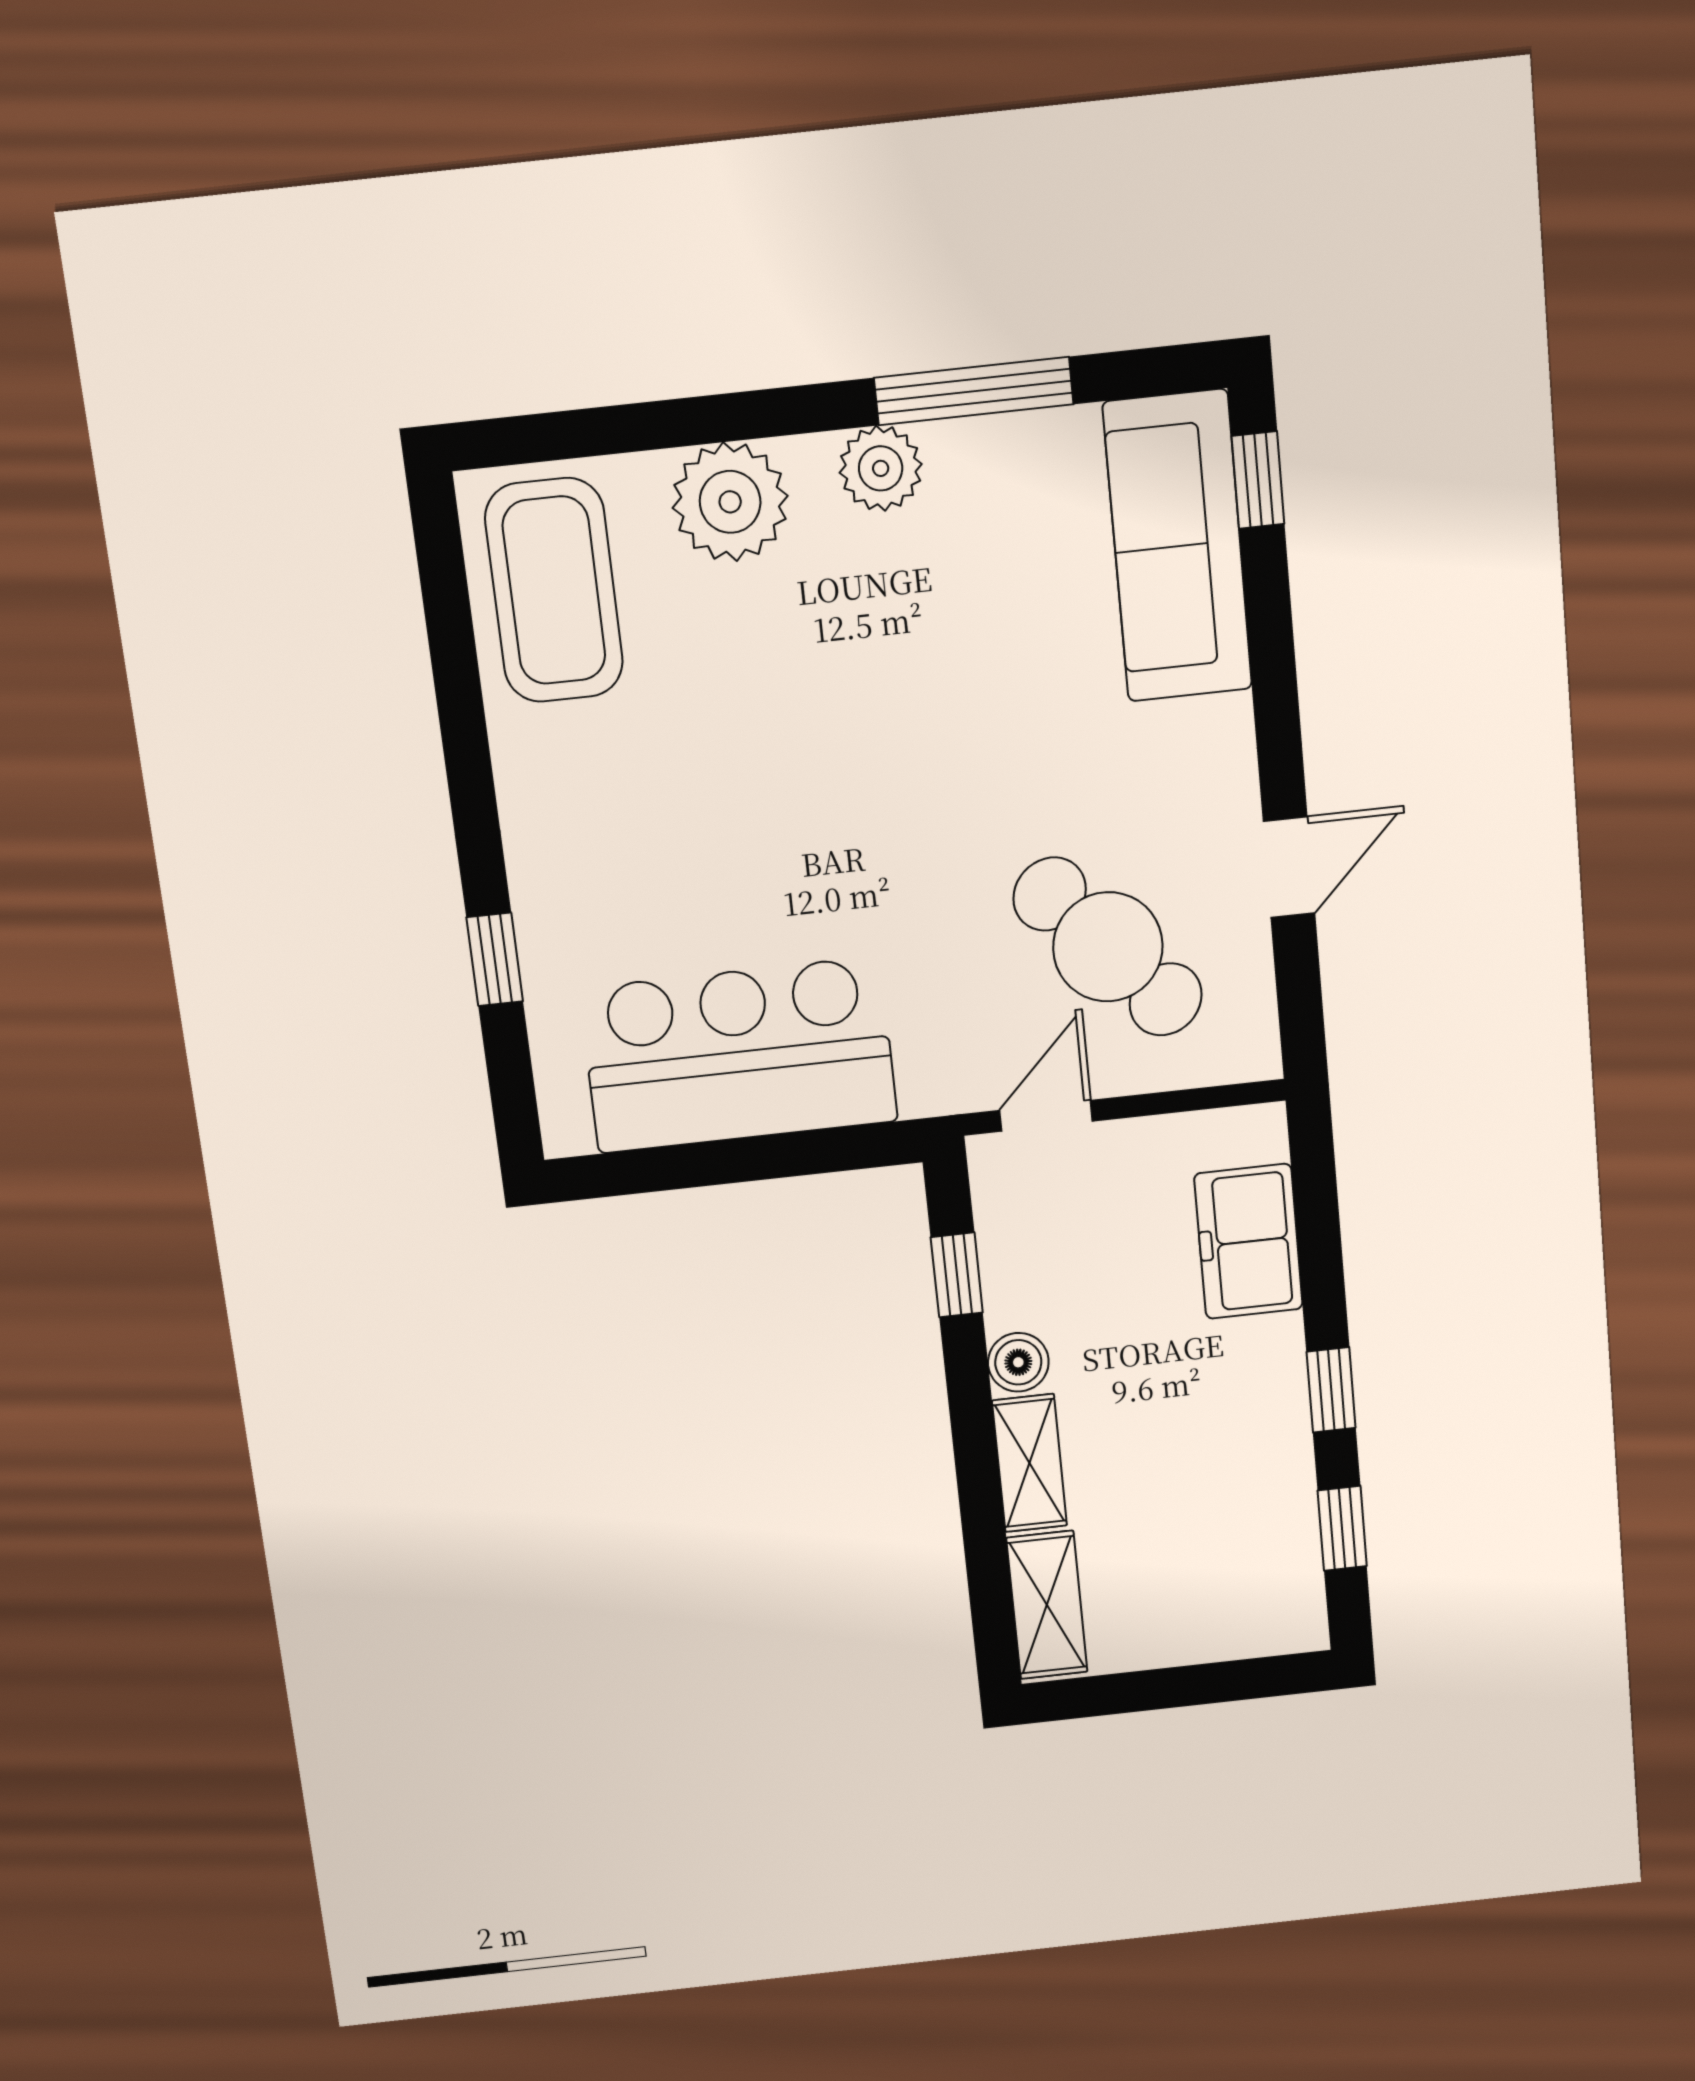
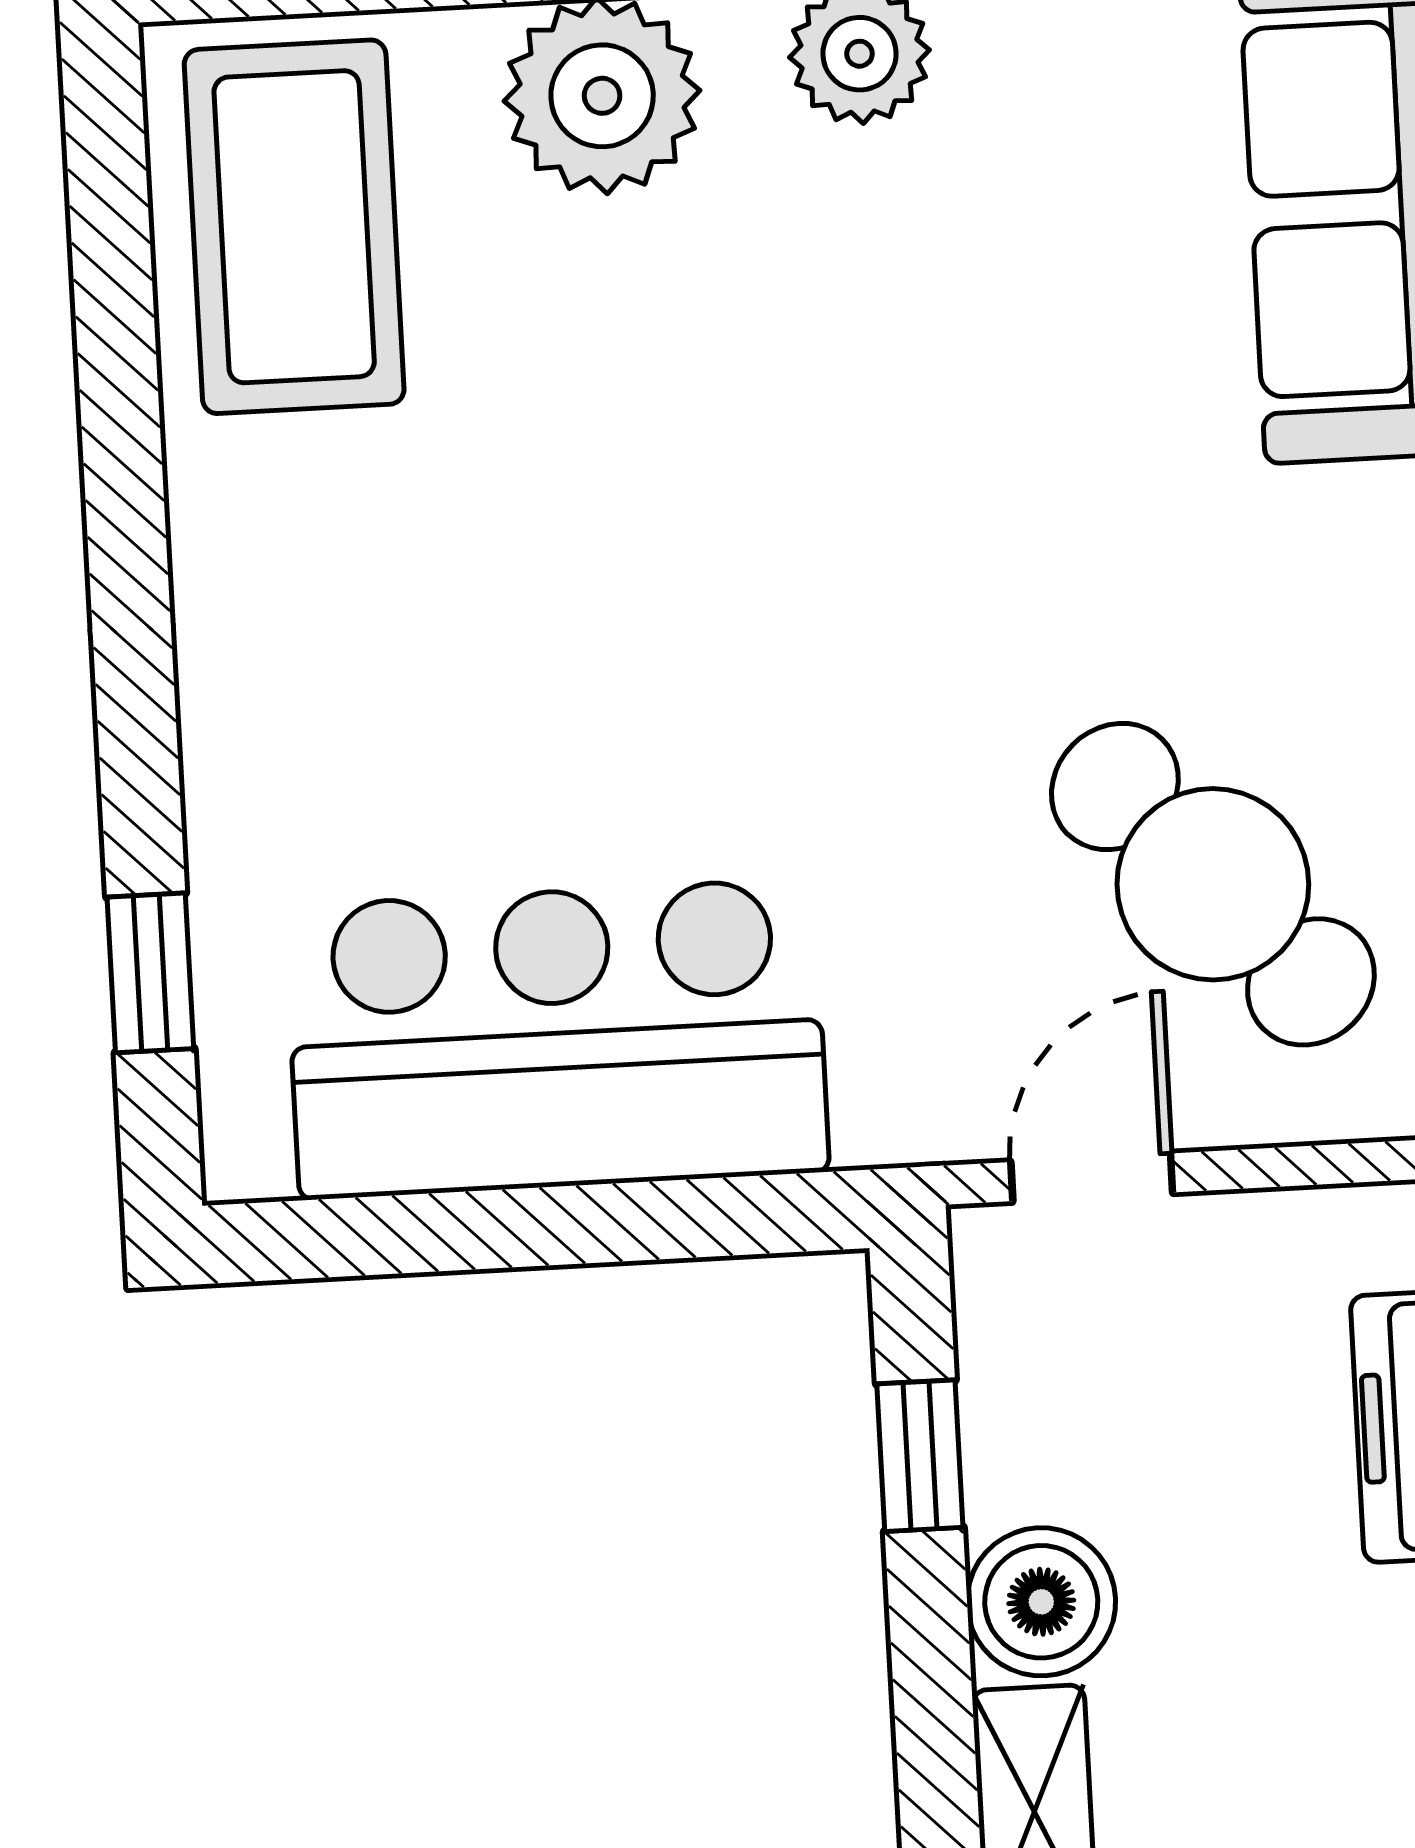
window: (495, 959) -> (150, 973), moved
boiler: (1018, 1362) -> (1041, 1602), width x1.36, depth x1.36

